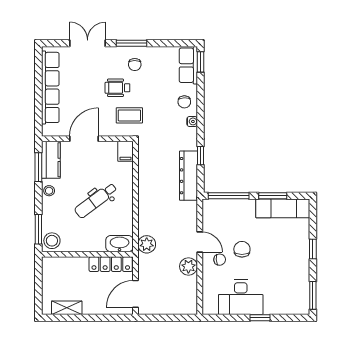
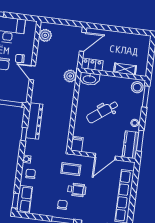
dental chair: (96, 200) -> (102, 112), turned 180
locker: (111, 264) -> (92, 64), width x0.66
plant: (188, 266) -> (45, 35), moved
shelving: (67, 308) -> (125, 69), moved

